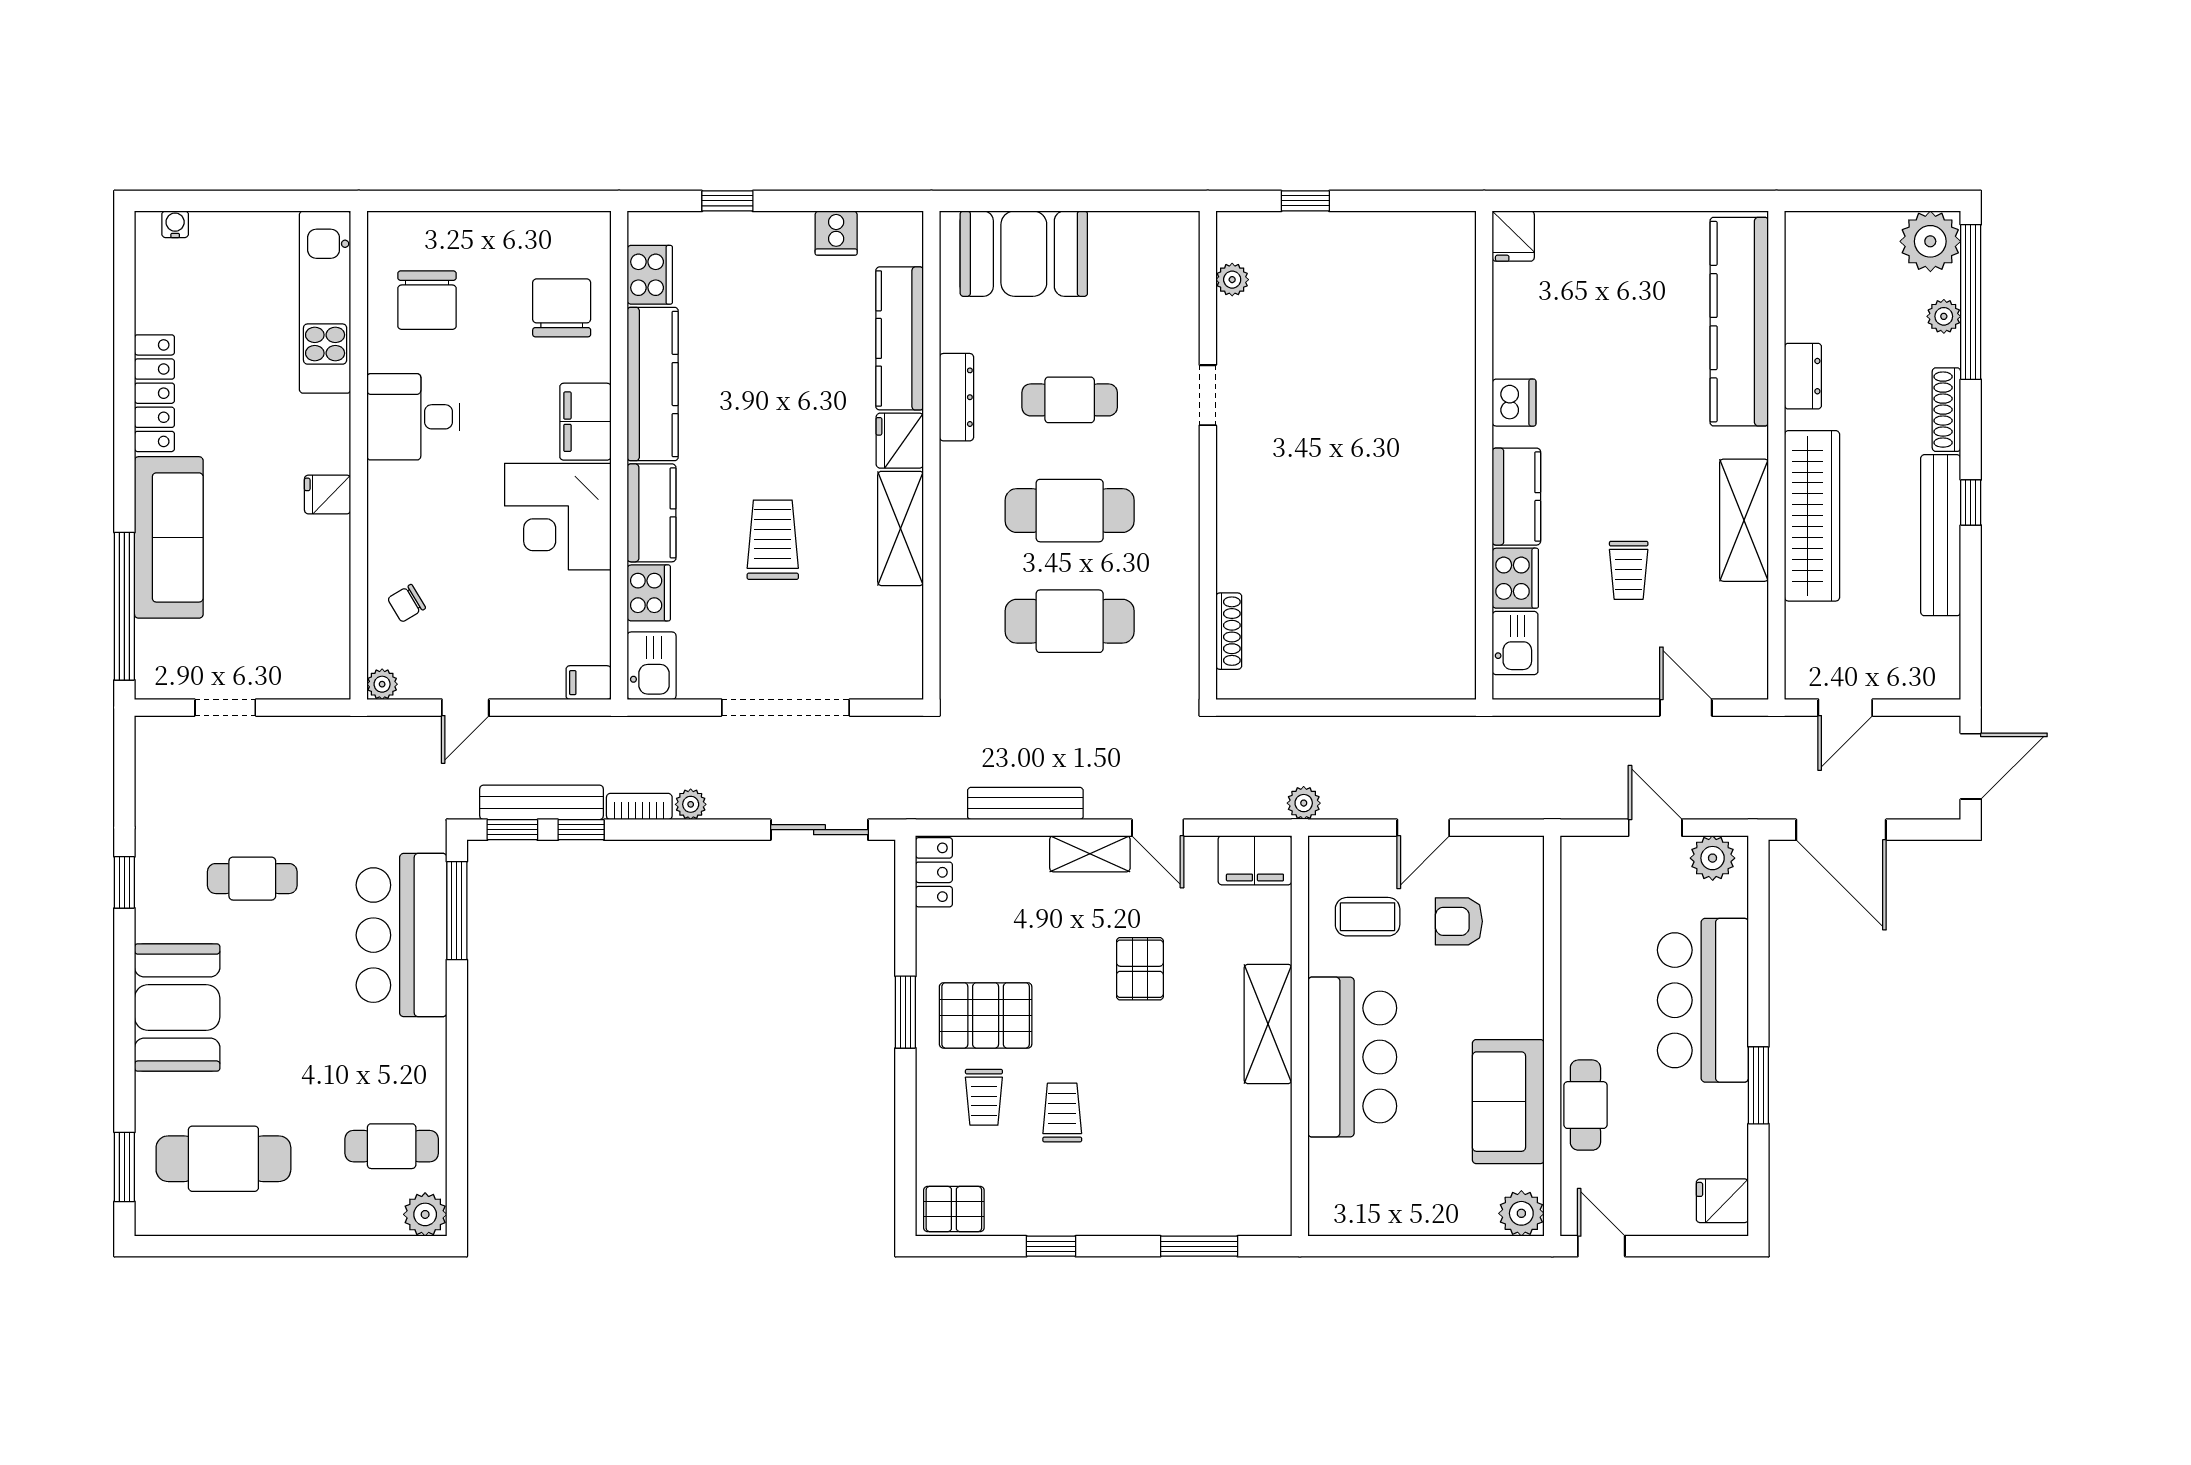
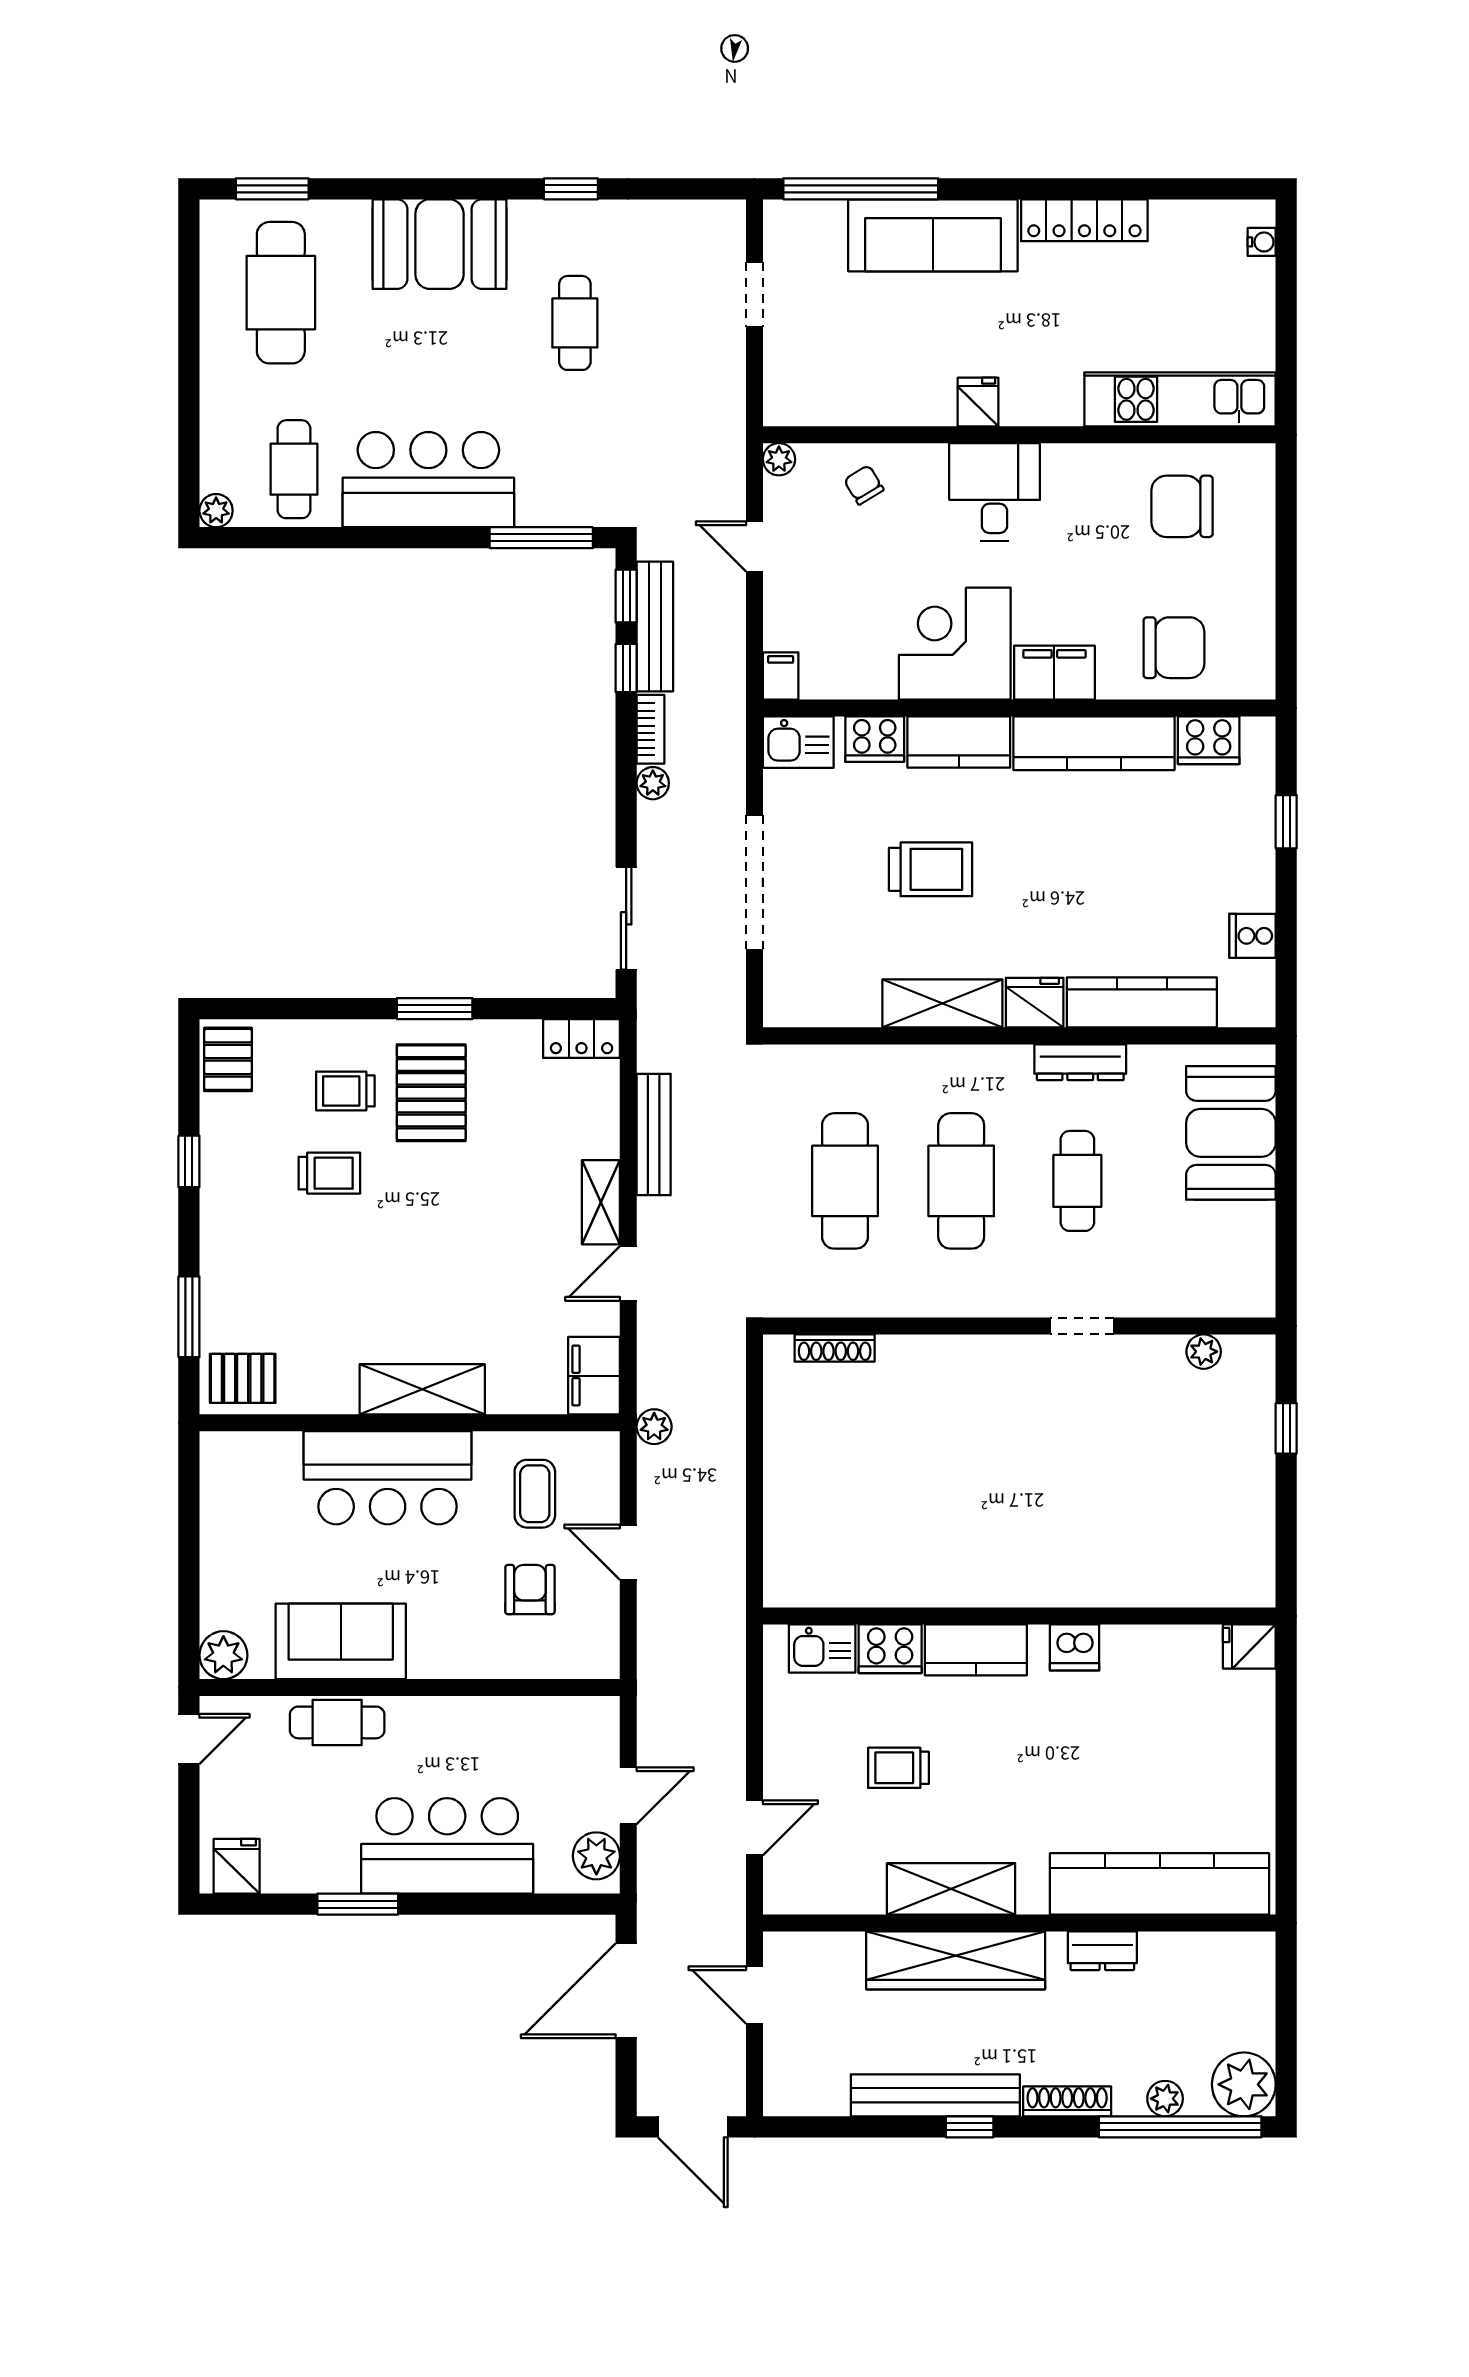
desk: (413, 417) -> (995, 492), moved
bar counter: (402, 935) -> (428, 480), moved
pallet: (1140, 969) -> (243, 1378), moved
plant: (425, 1214) -> (216, 511), width x0.73, depth x0.73

